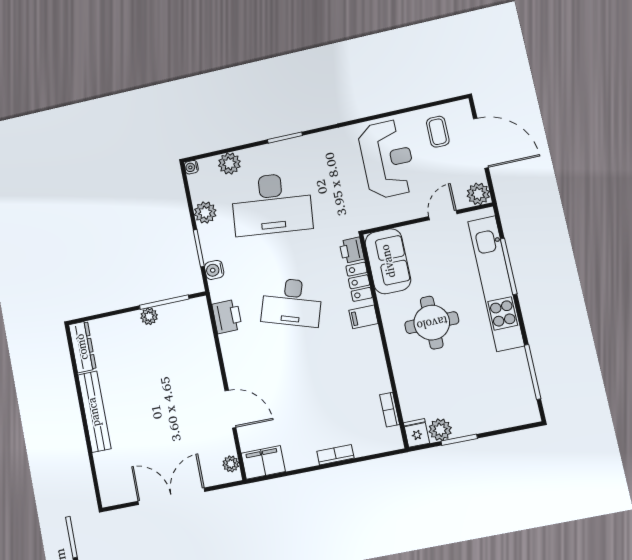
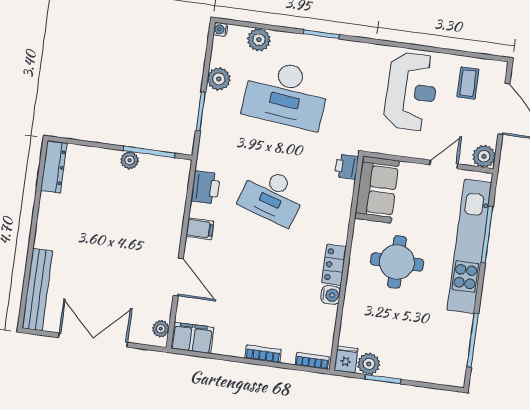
water cooler: (214, 270) -> (331, 295), moved, turned 180
locker: (359, 282) -> (334, 265), moved
filing cabinet: (363, 317) -> (200, 229), moved, turned 180
bookcase: (390, 410) -> (312, 361), moved, turned 90
bench: (94, 412) -> (37, 290), moved

